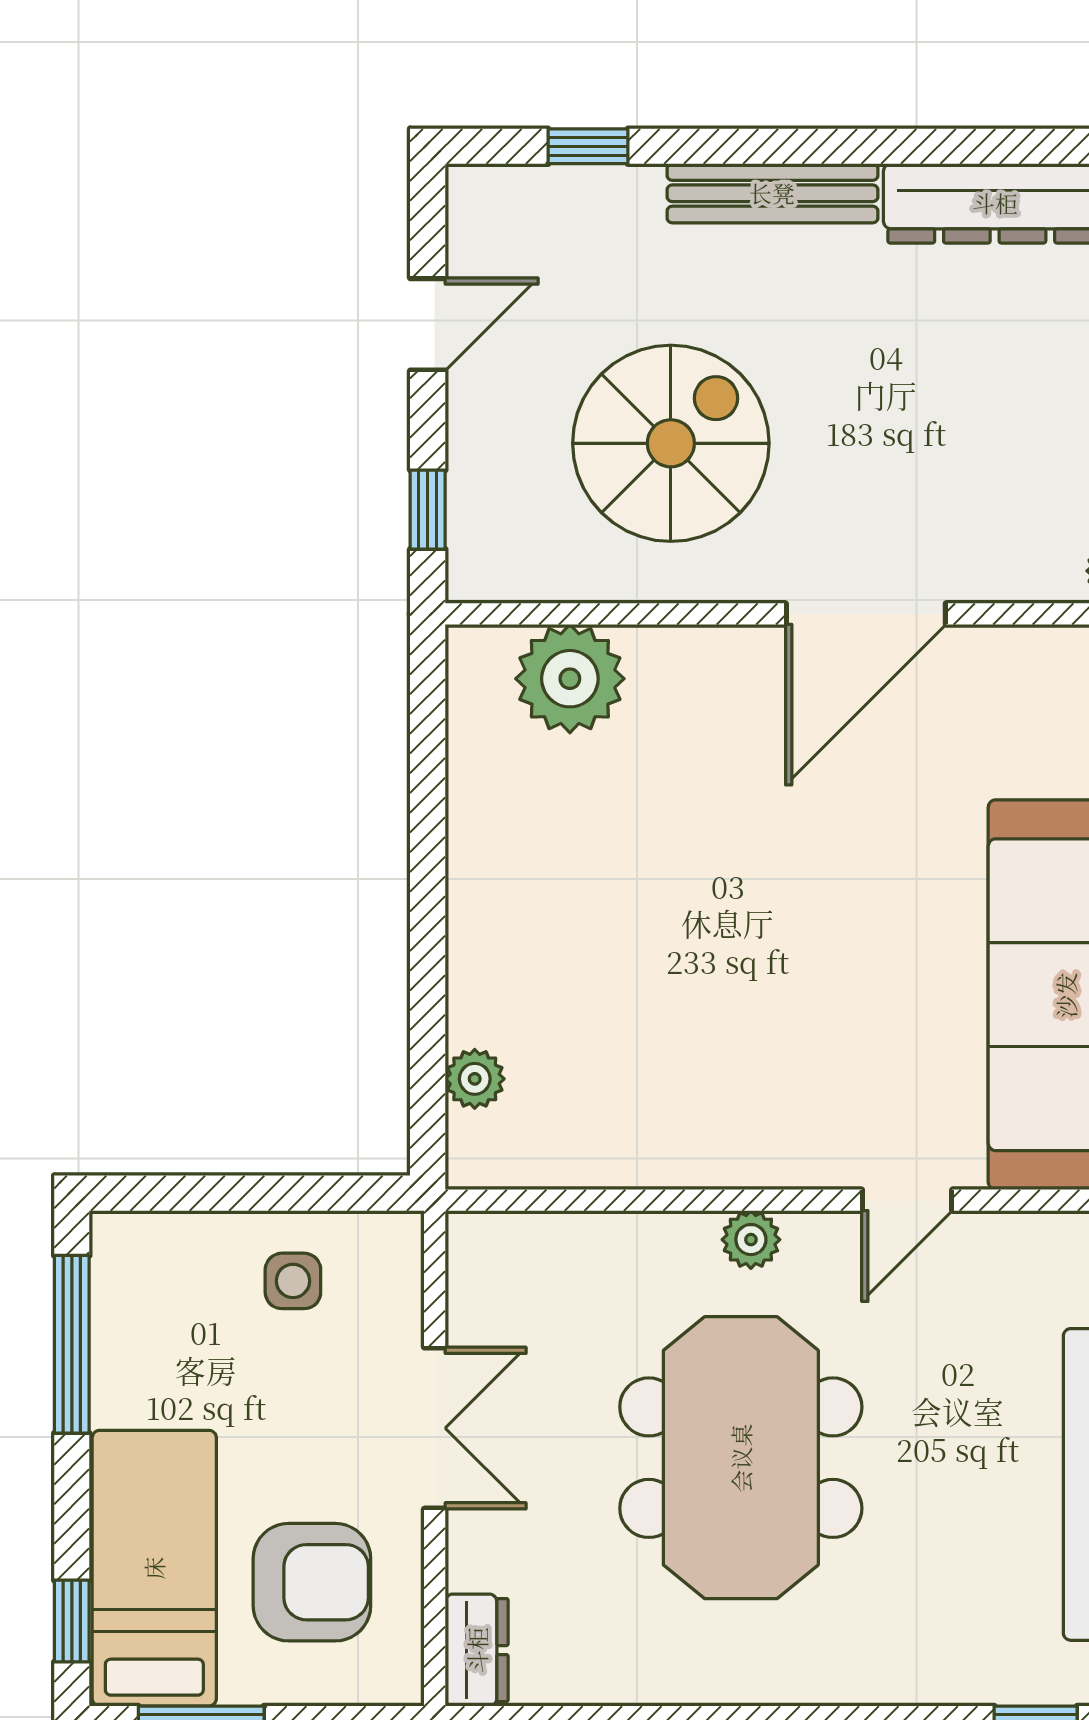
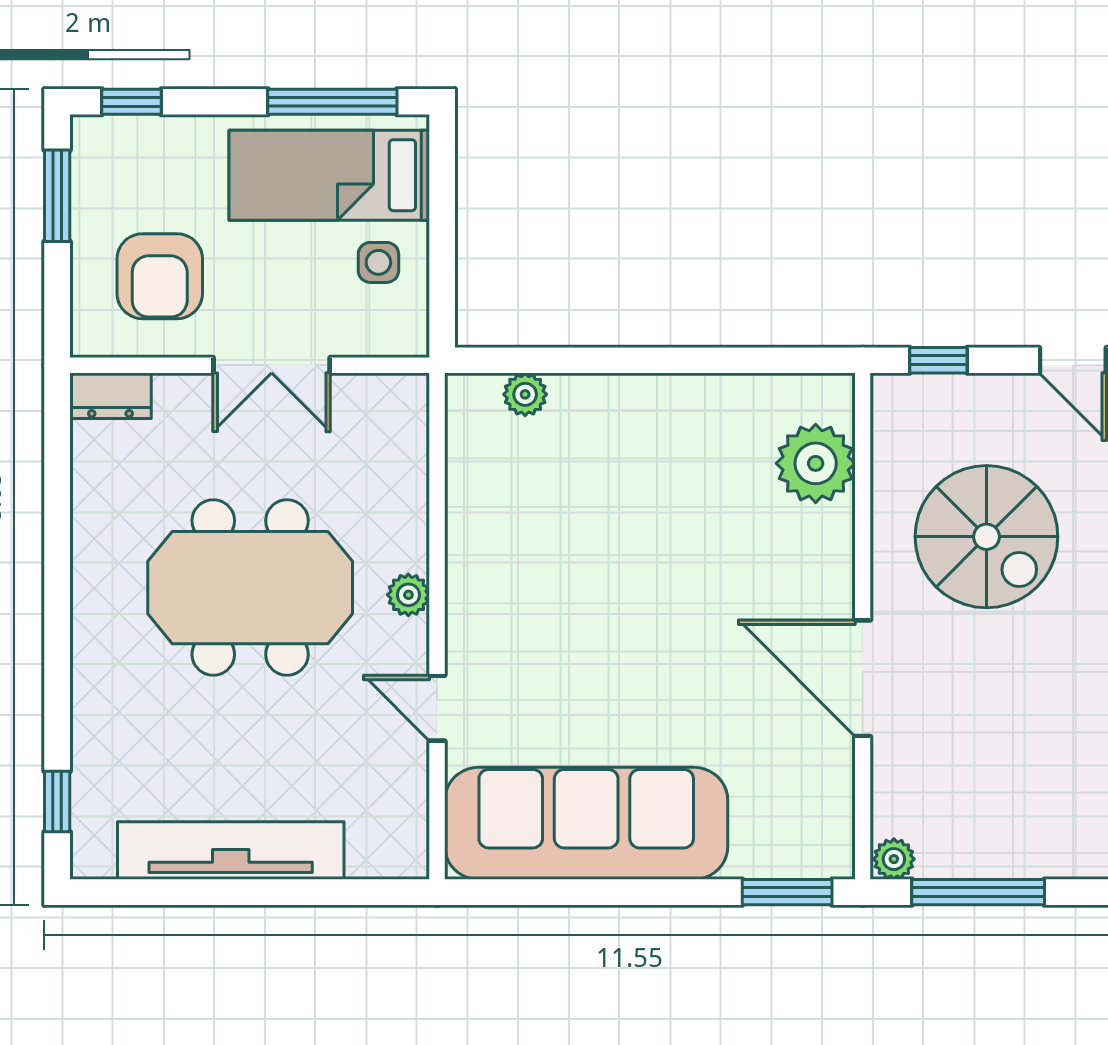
bed: (154, 1568) -> (329, 175), moved, turned 180

